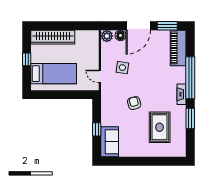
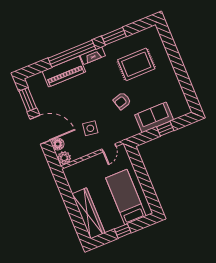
piano: (178, 48) -> (64, 72), moved
sofa: (110, 142) -> (154, 117), moved

